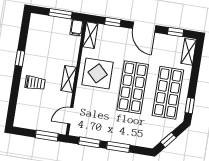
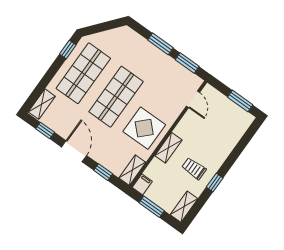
shelving: (35, 27) -> (184, 207), added
shelving: (69, 79) -> (168, 148), moved
trolley: (35, 83) -> (194, 169), moved
door: (70, 116) -> (193, 99), hinge flipped
window: (47, 136) -> (240, 101), moved
window: (168, 140) -> (107, 26), removed

